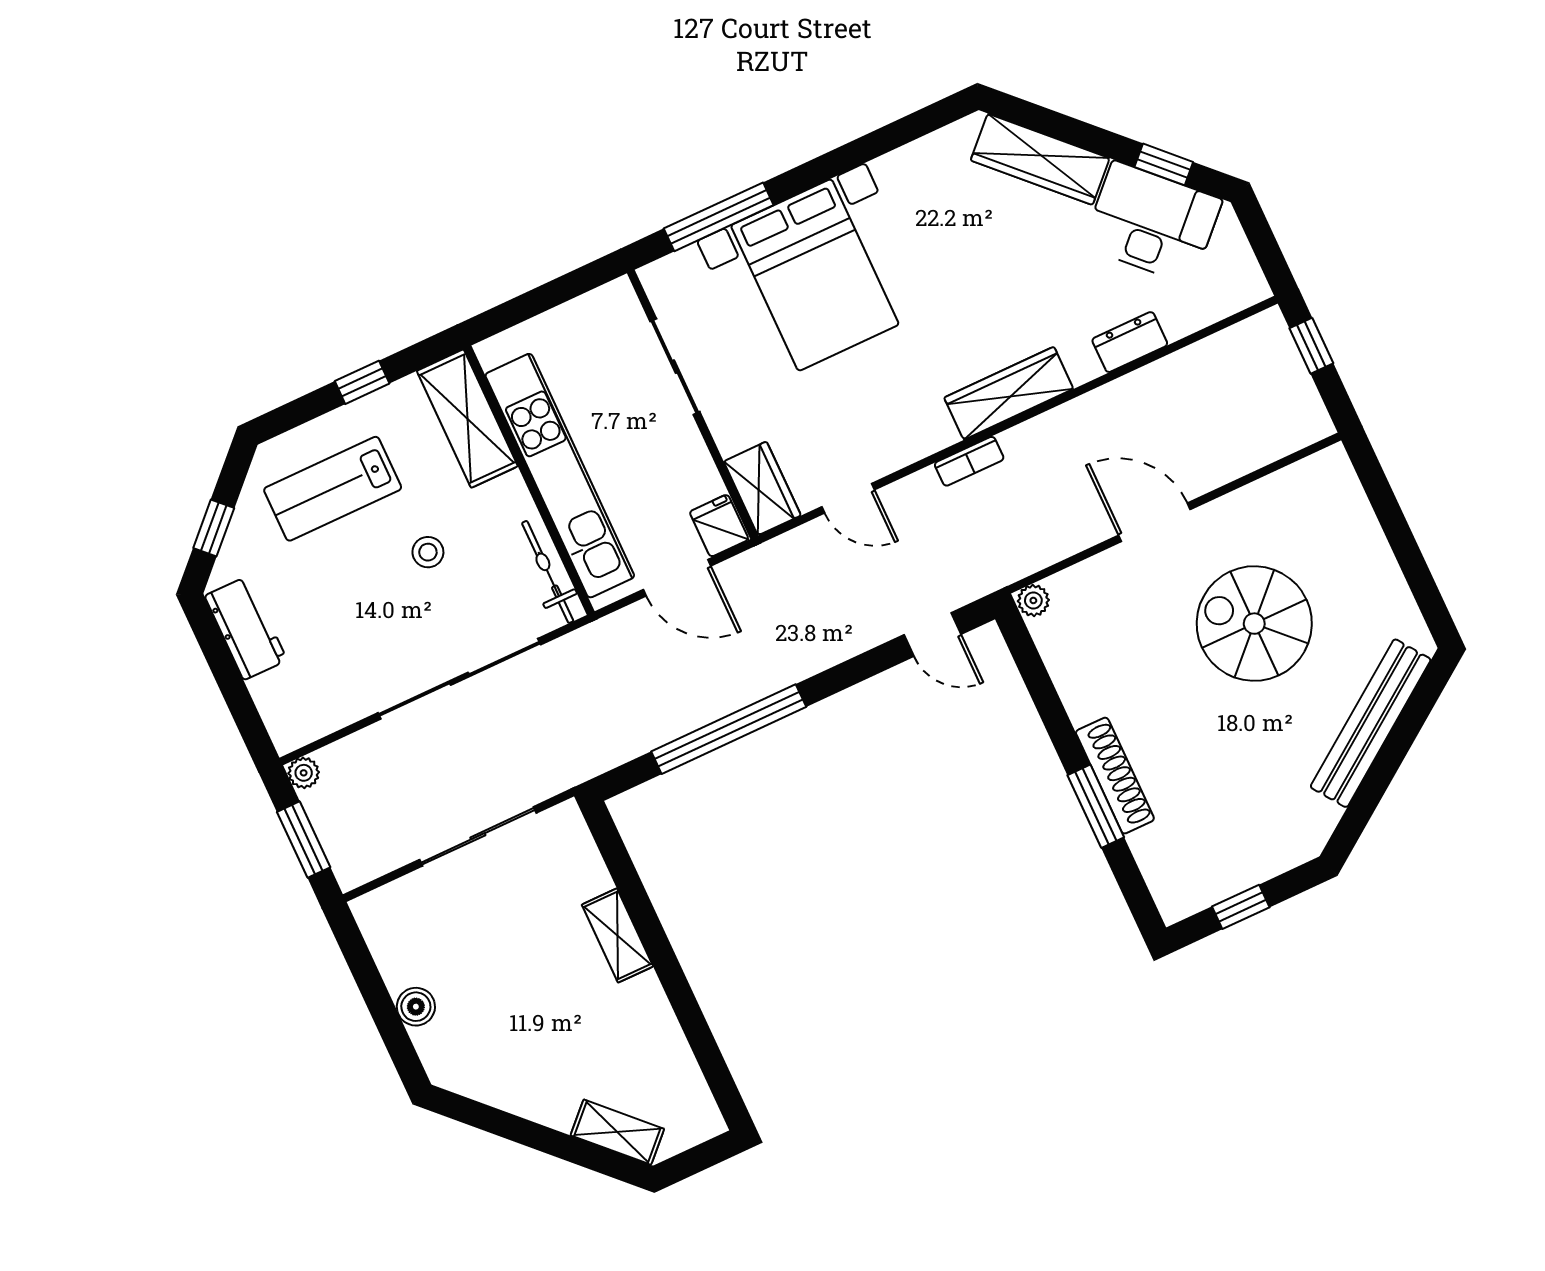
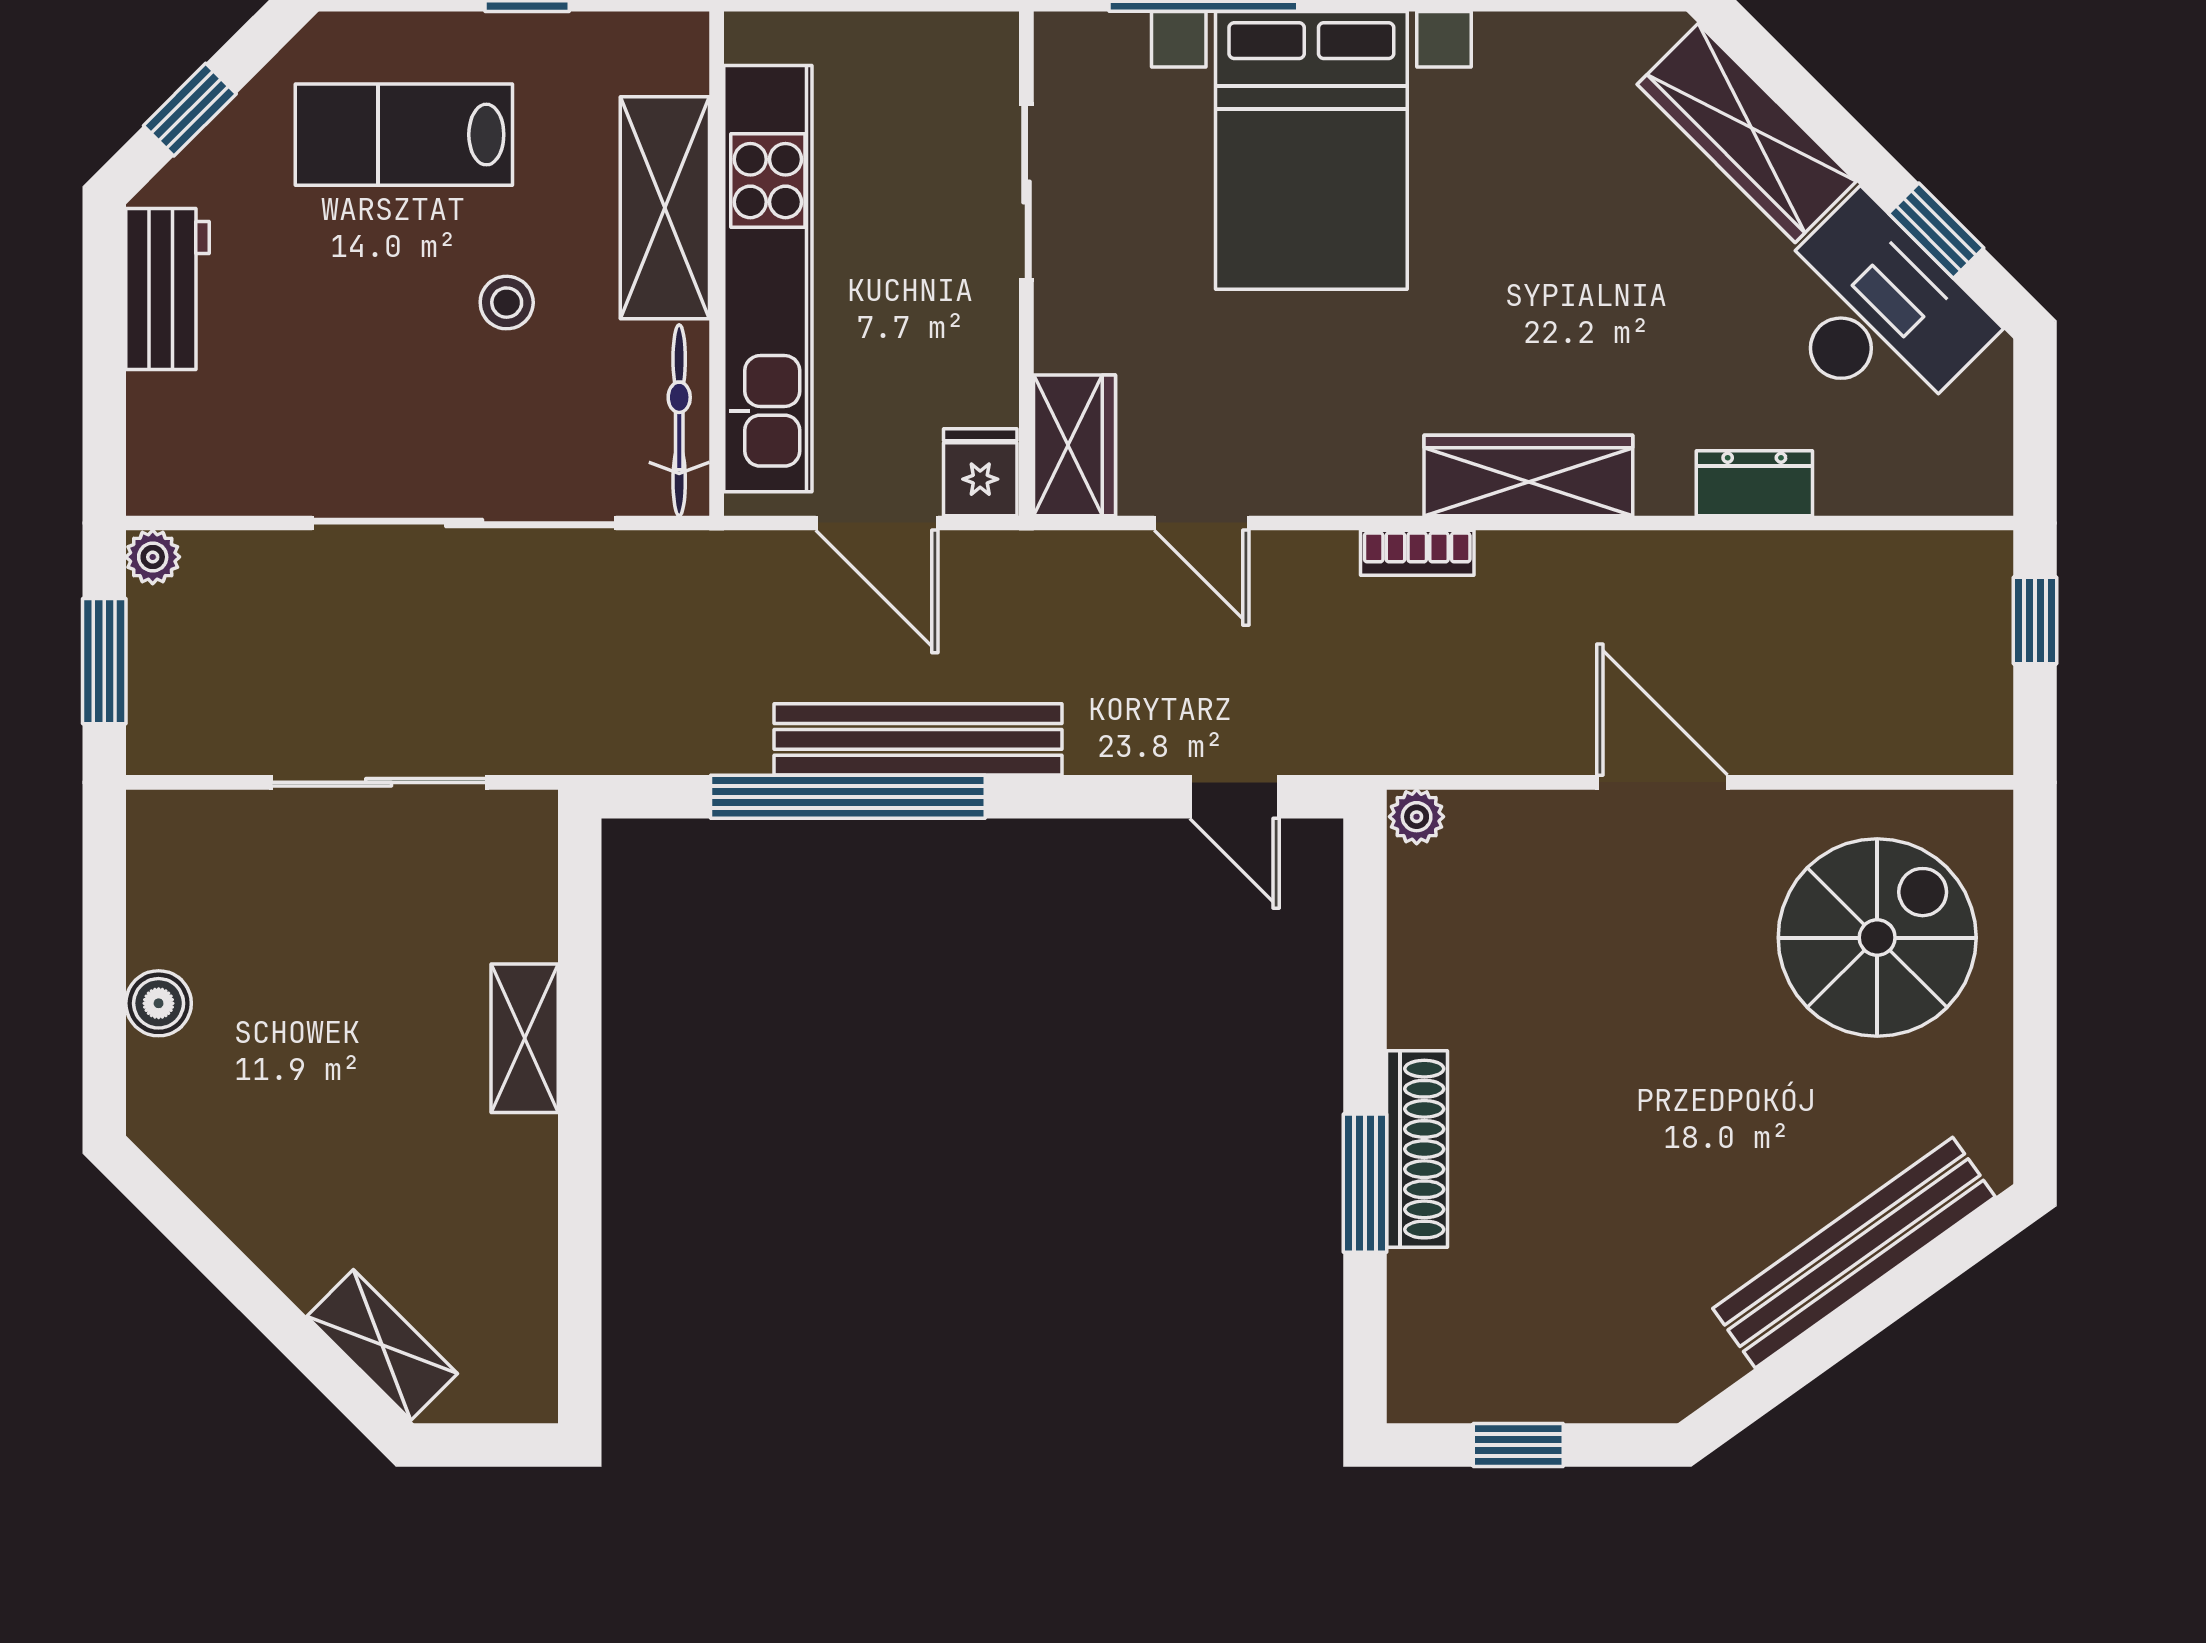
shelving: (467, 419) -> (665, 208), moved
spiral stairs: (1254, 624) -> (1877, 938), moved, turned 90
bench: (752, 682) -> (918, 739), added

